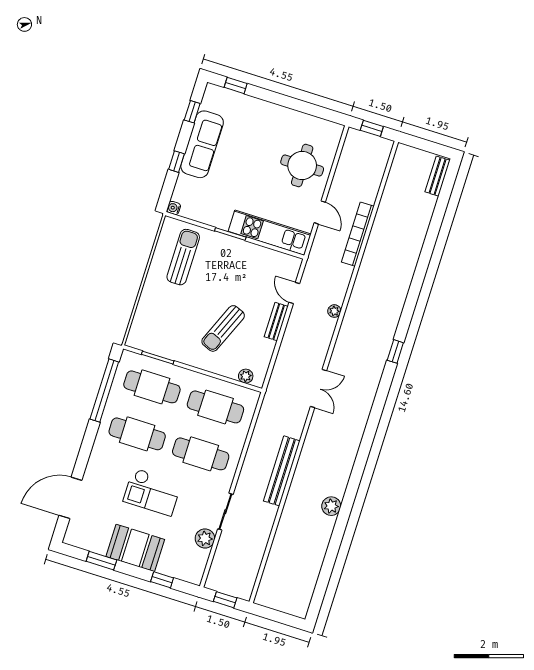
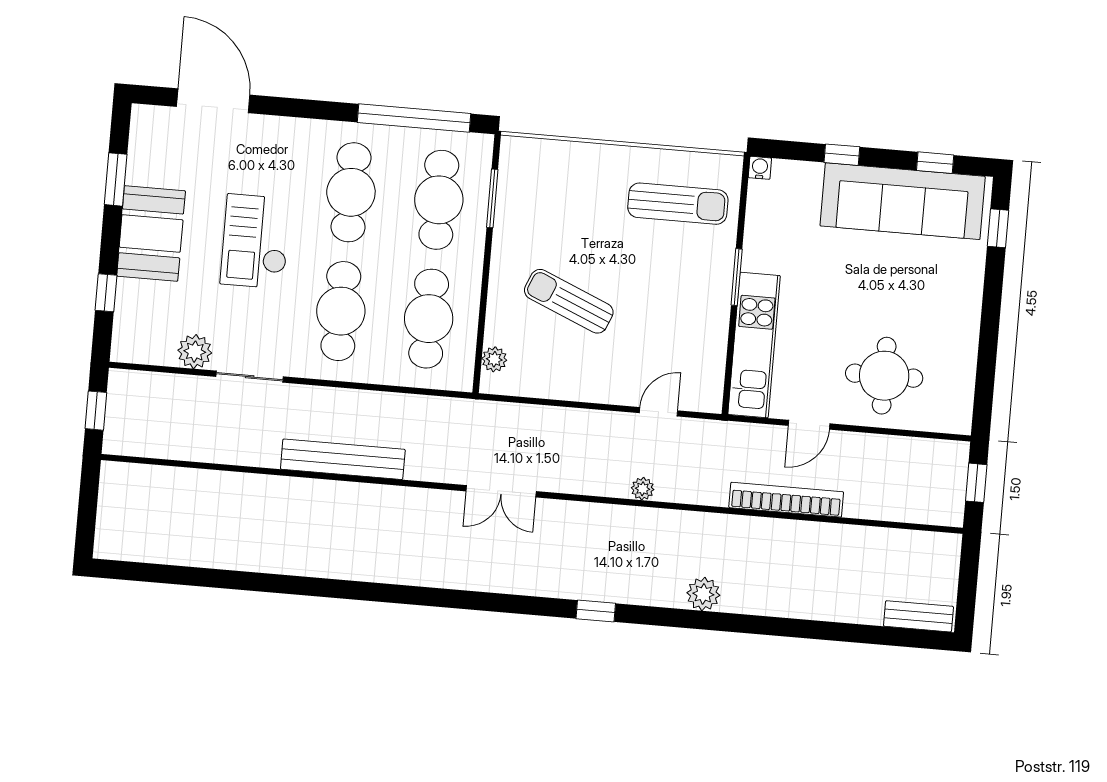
sofa: (202, 144) -> (903, 201), width x1.36, depth x1.27
bench: (276, 322) -> (601, 391), removed
plant: (331, 506) -> (703, 594), moved

